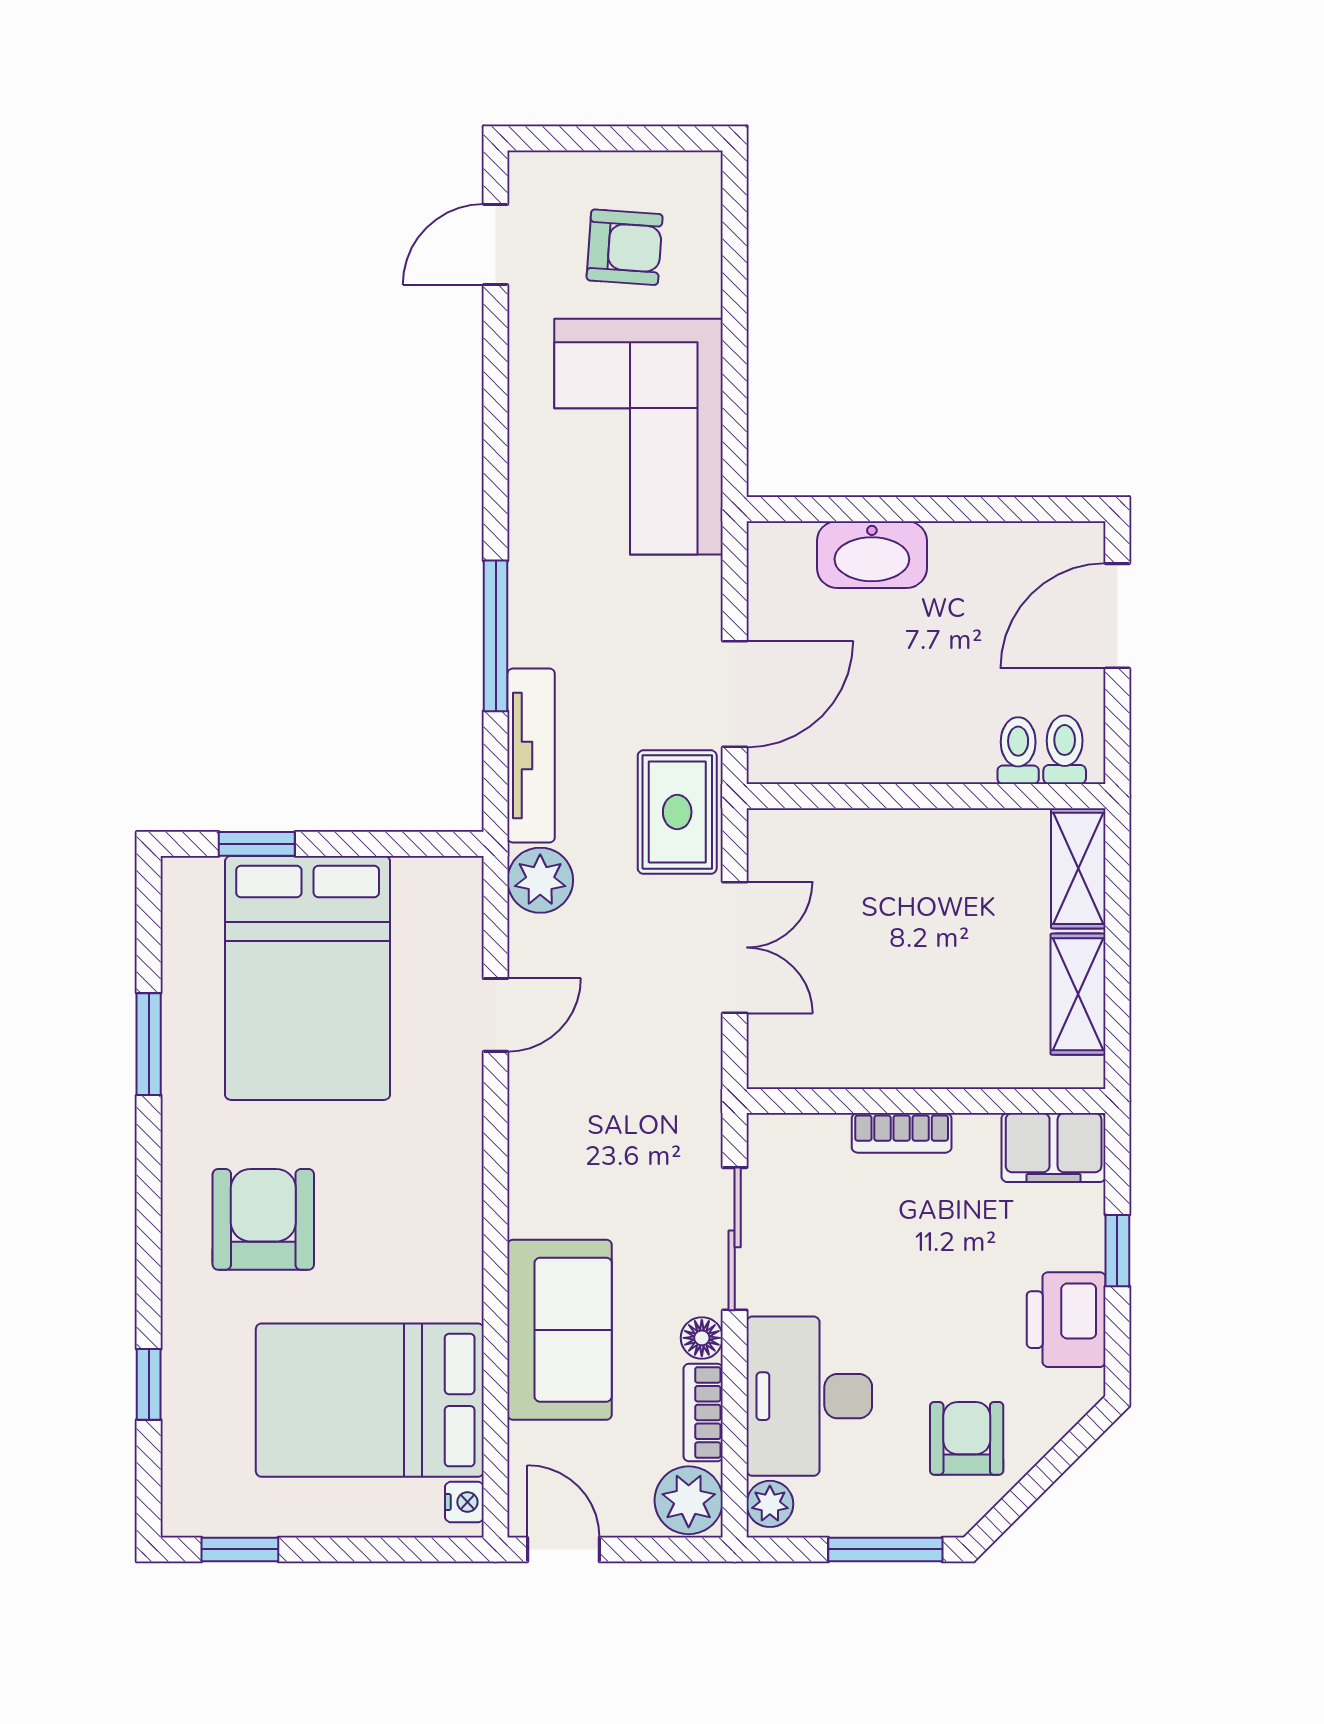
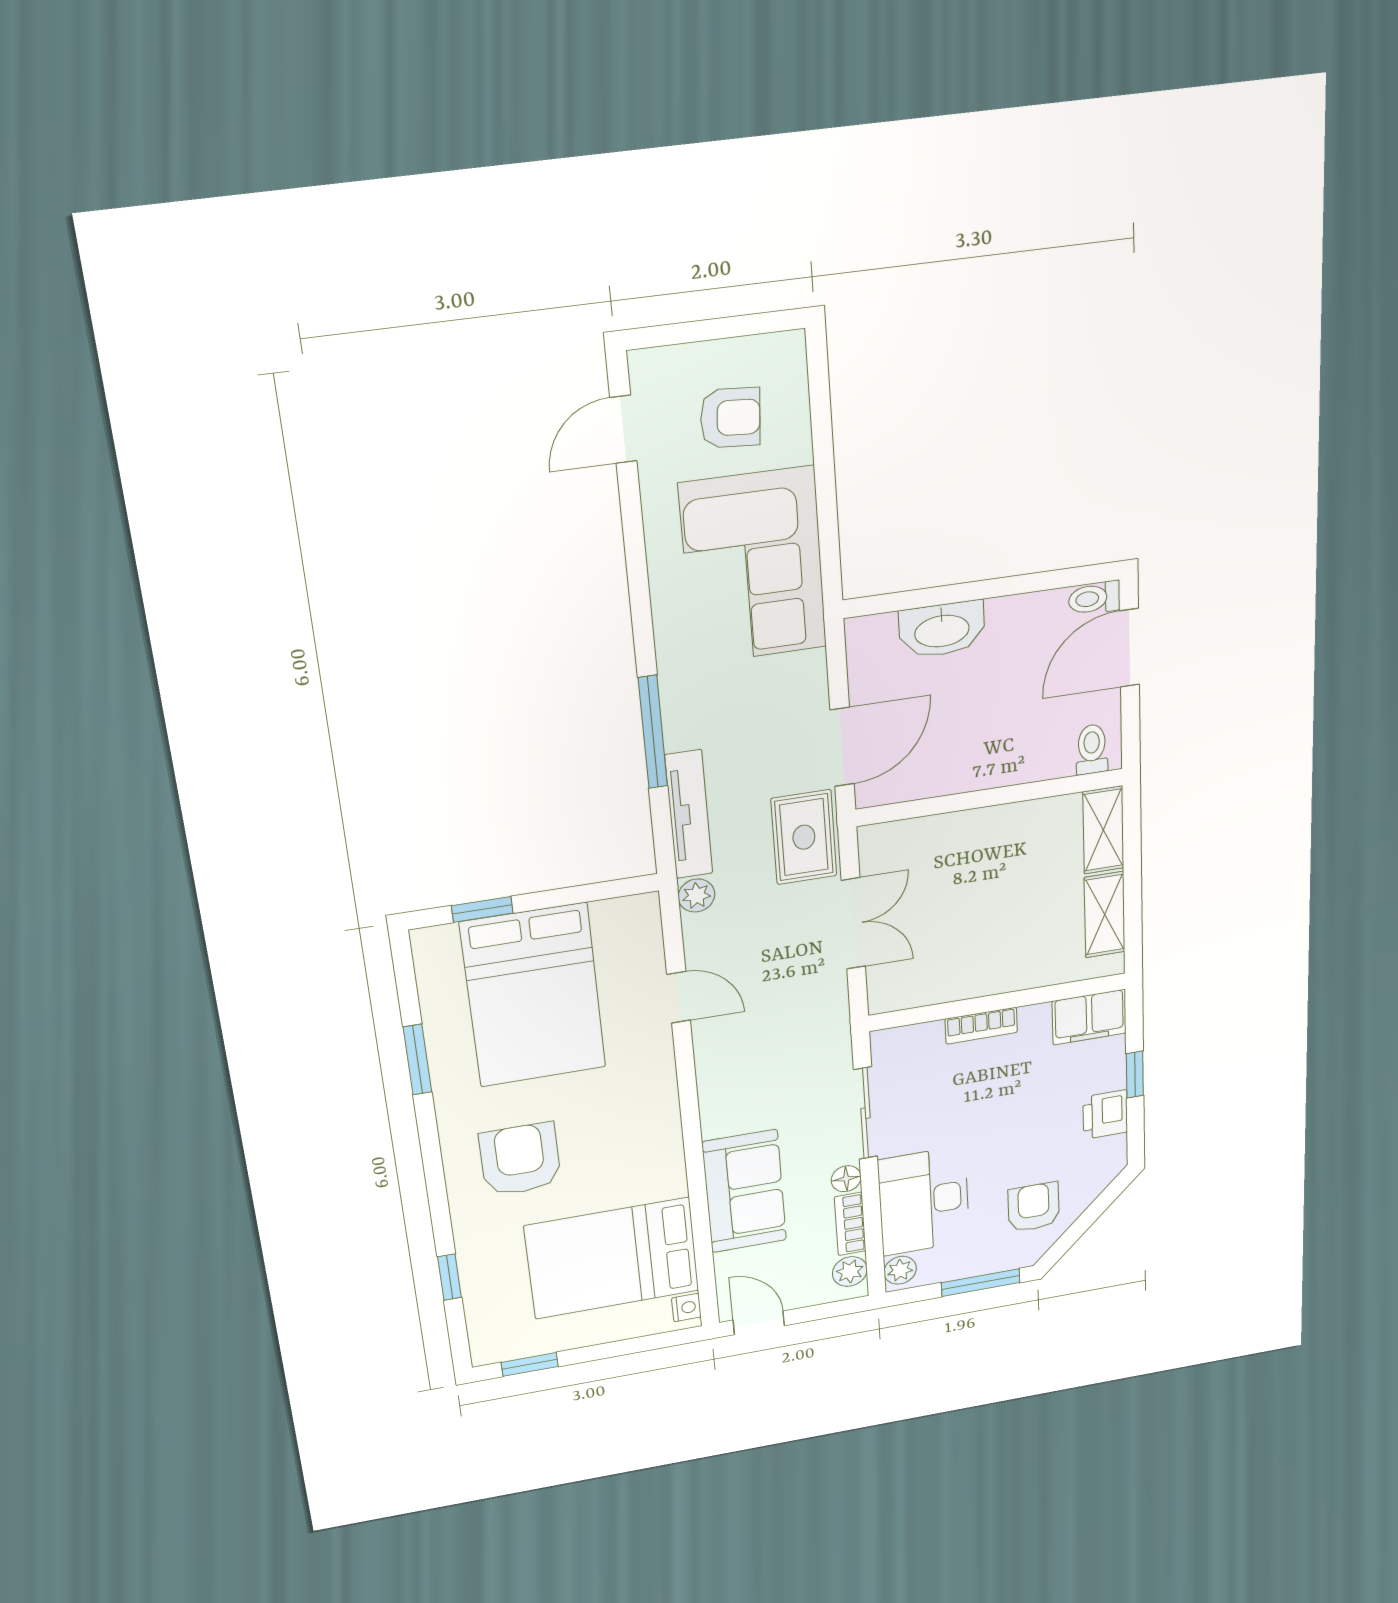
toilet: (1018, 751) -> (1094, 598), moved, turned -90
plant: (540, 880) -> (696, 896), width x0.73, depth x0.73
door: (496, 1015) -> (679, 997), hinge flipped
printer: (1066, 1320) -> (1105, 1115), width x0.73, depth x0.81
plant: (689, 1500) -> (850, 1272), width x0.73, depth x0.73

